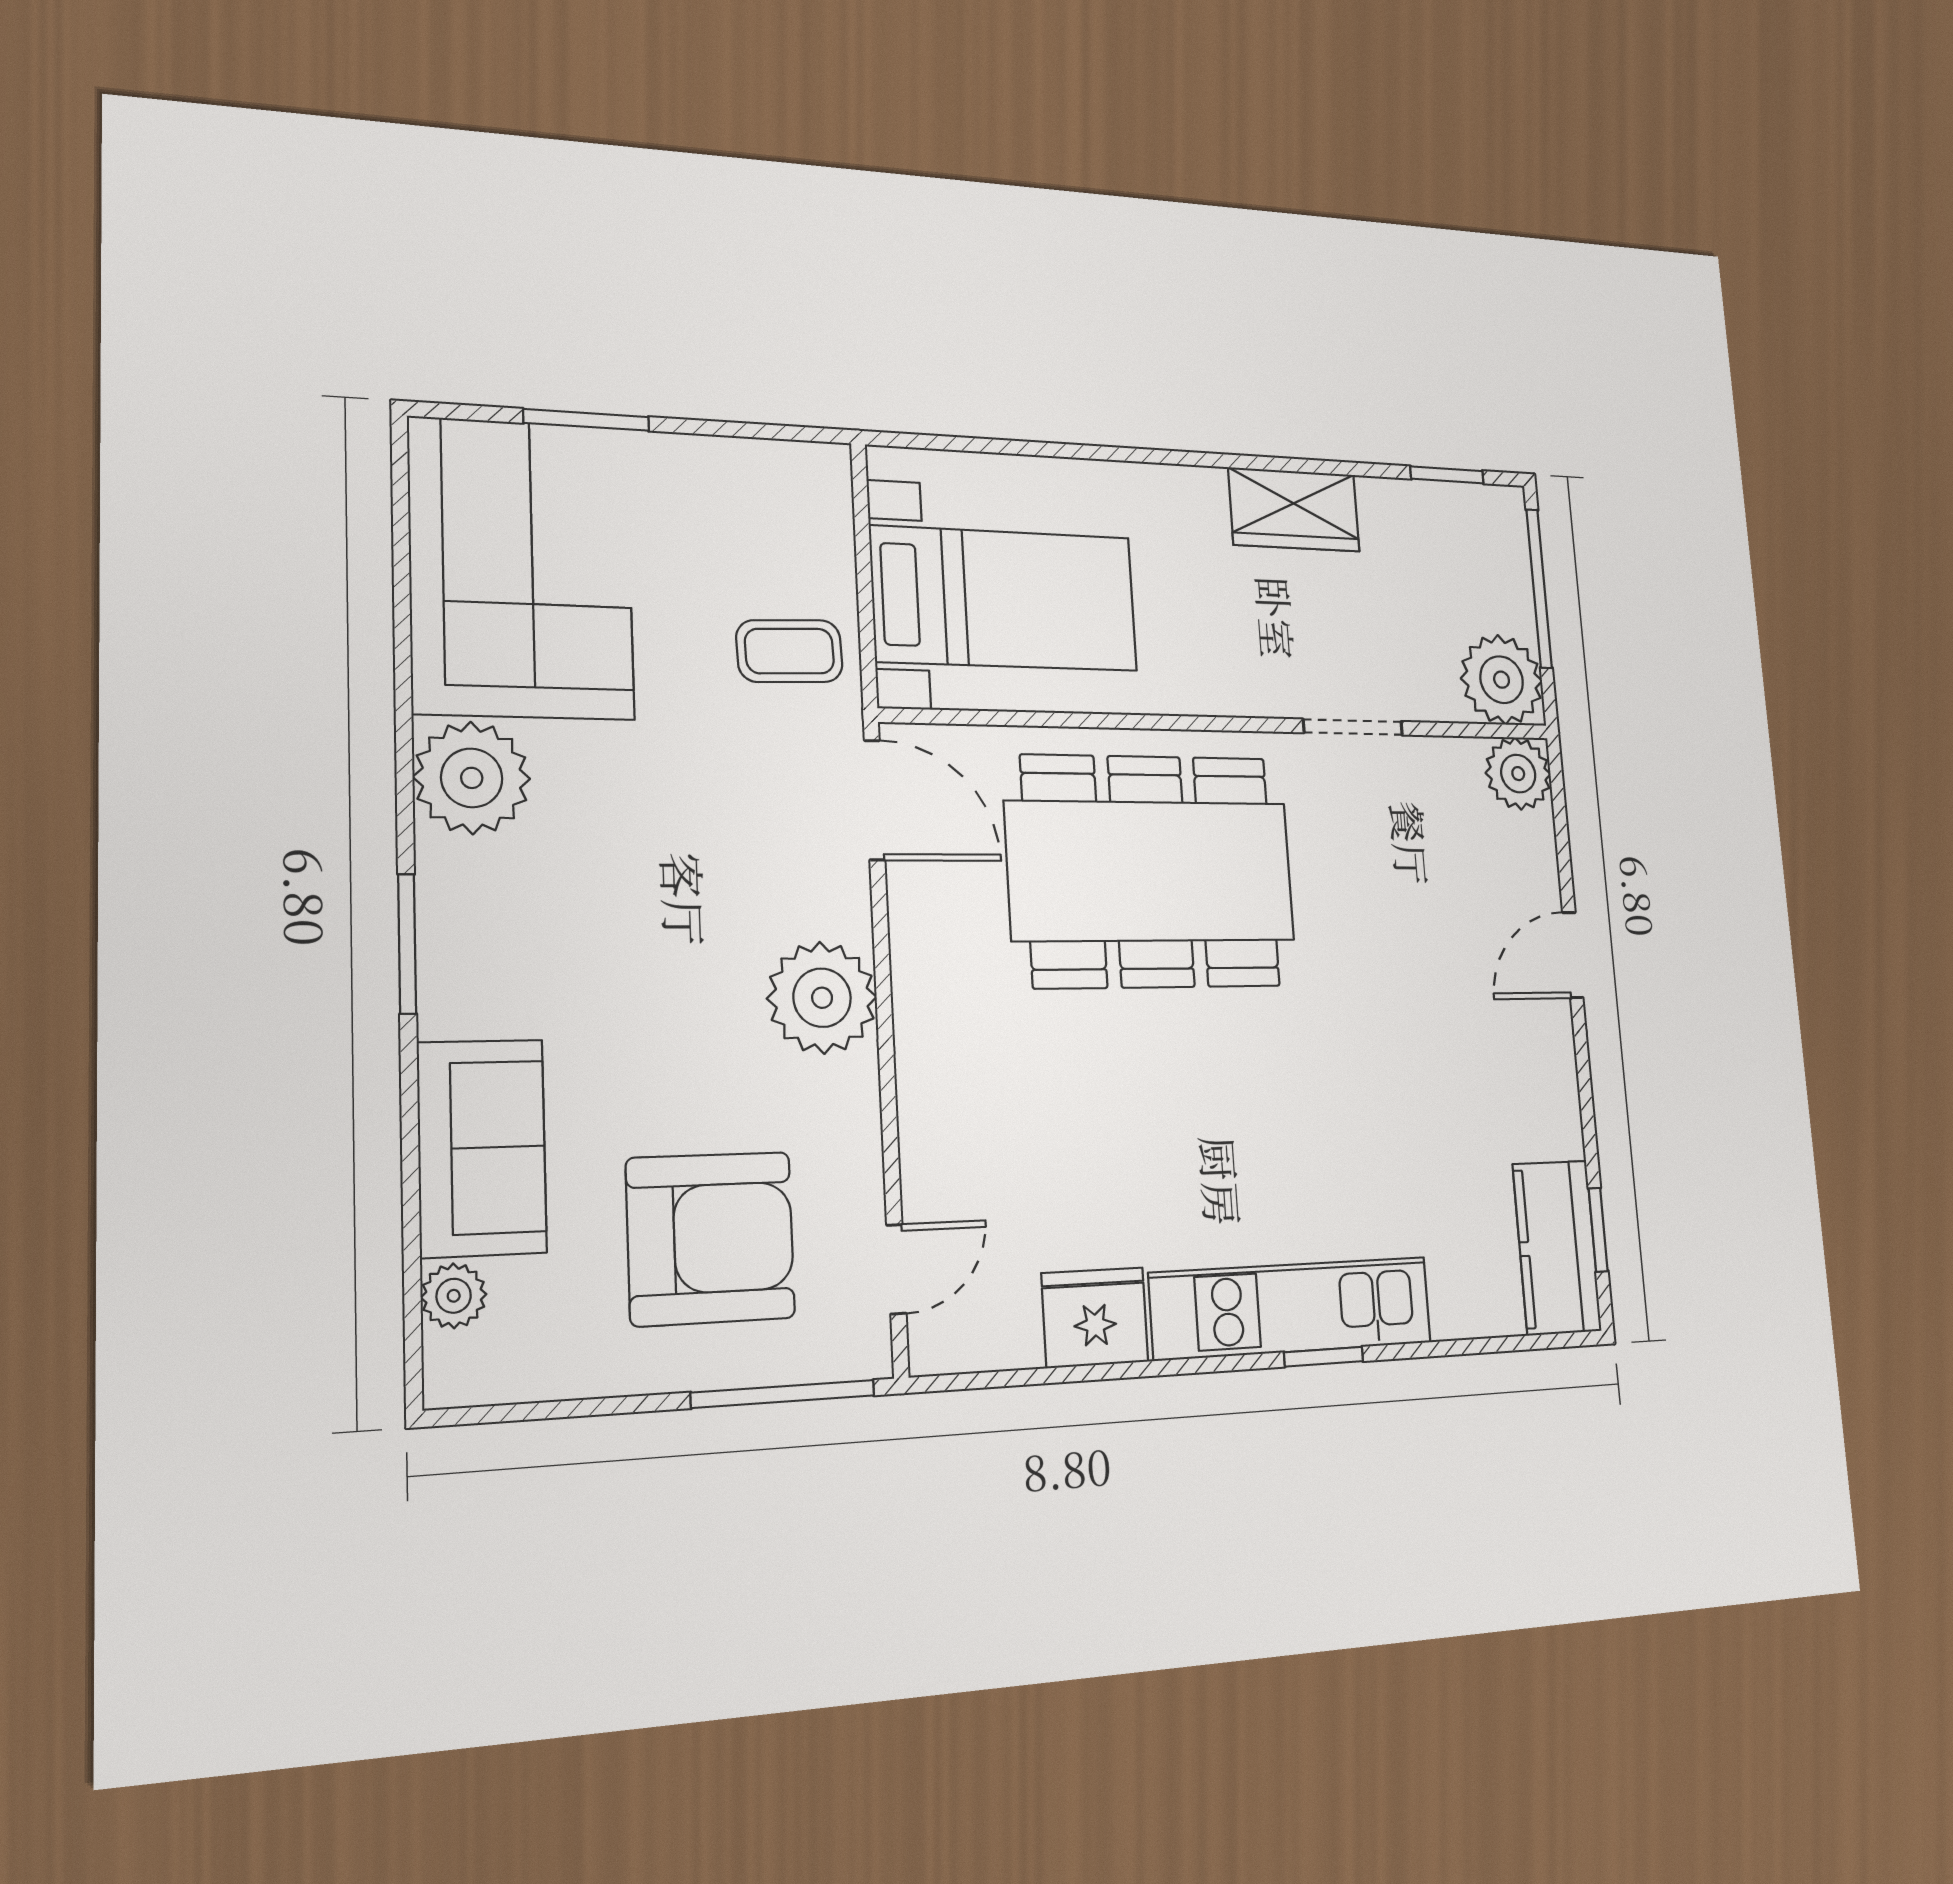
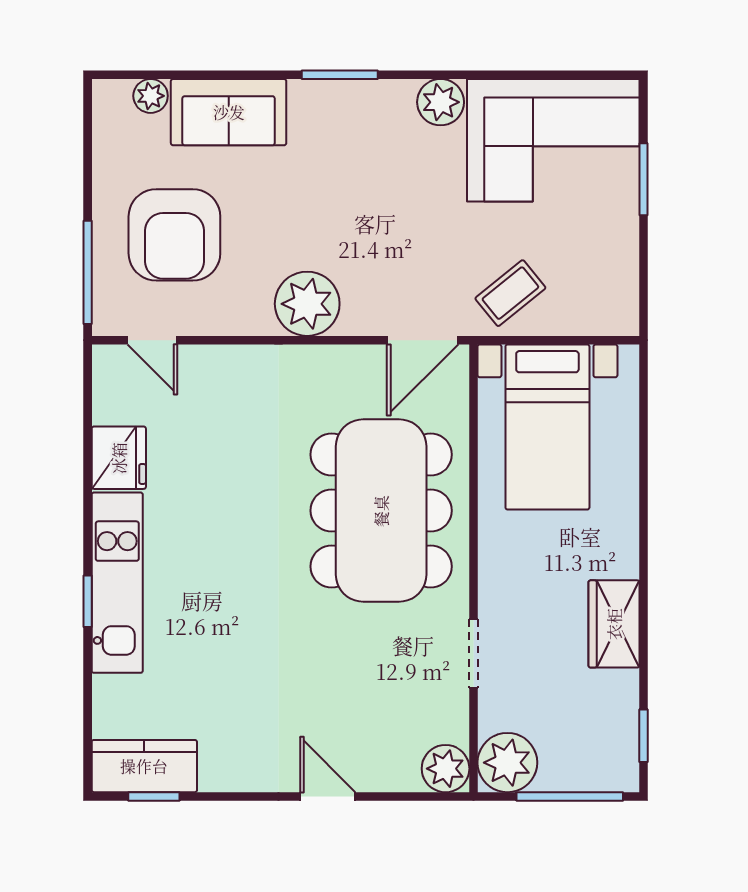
coffee table: (789, 651) -> (510, 293), turned 53
plant: (472, 778) -> (441, 102), width x0.73, depth x0.73

